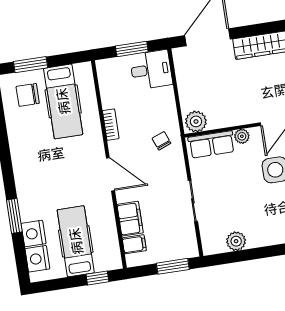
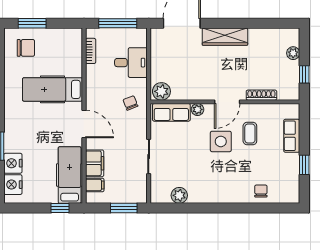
window: (132, 49) -> (118, 23), width x1.44
desk: (151, 70) -> (131, 63), moved
chair: (28, 95) -> (26, 48), turned 180
hospital bed: (63, 101) -> (53, 89), moved, turned 90
bookcase: (111, 125) -> (91, 51), moved
hospital bed: (76, 241) -> (70, 175), moved

